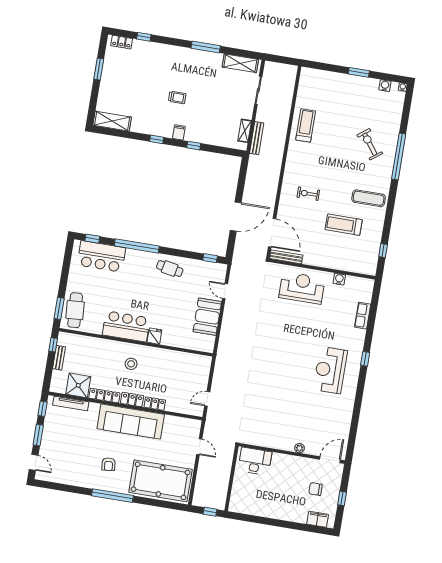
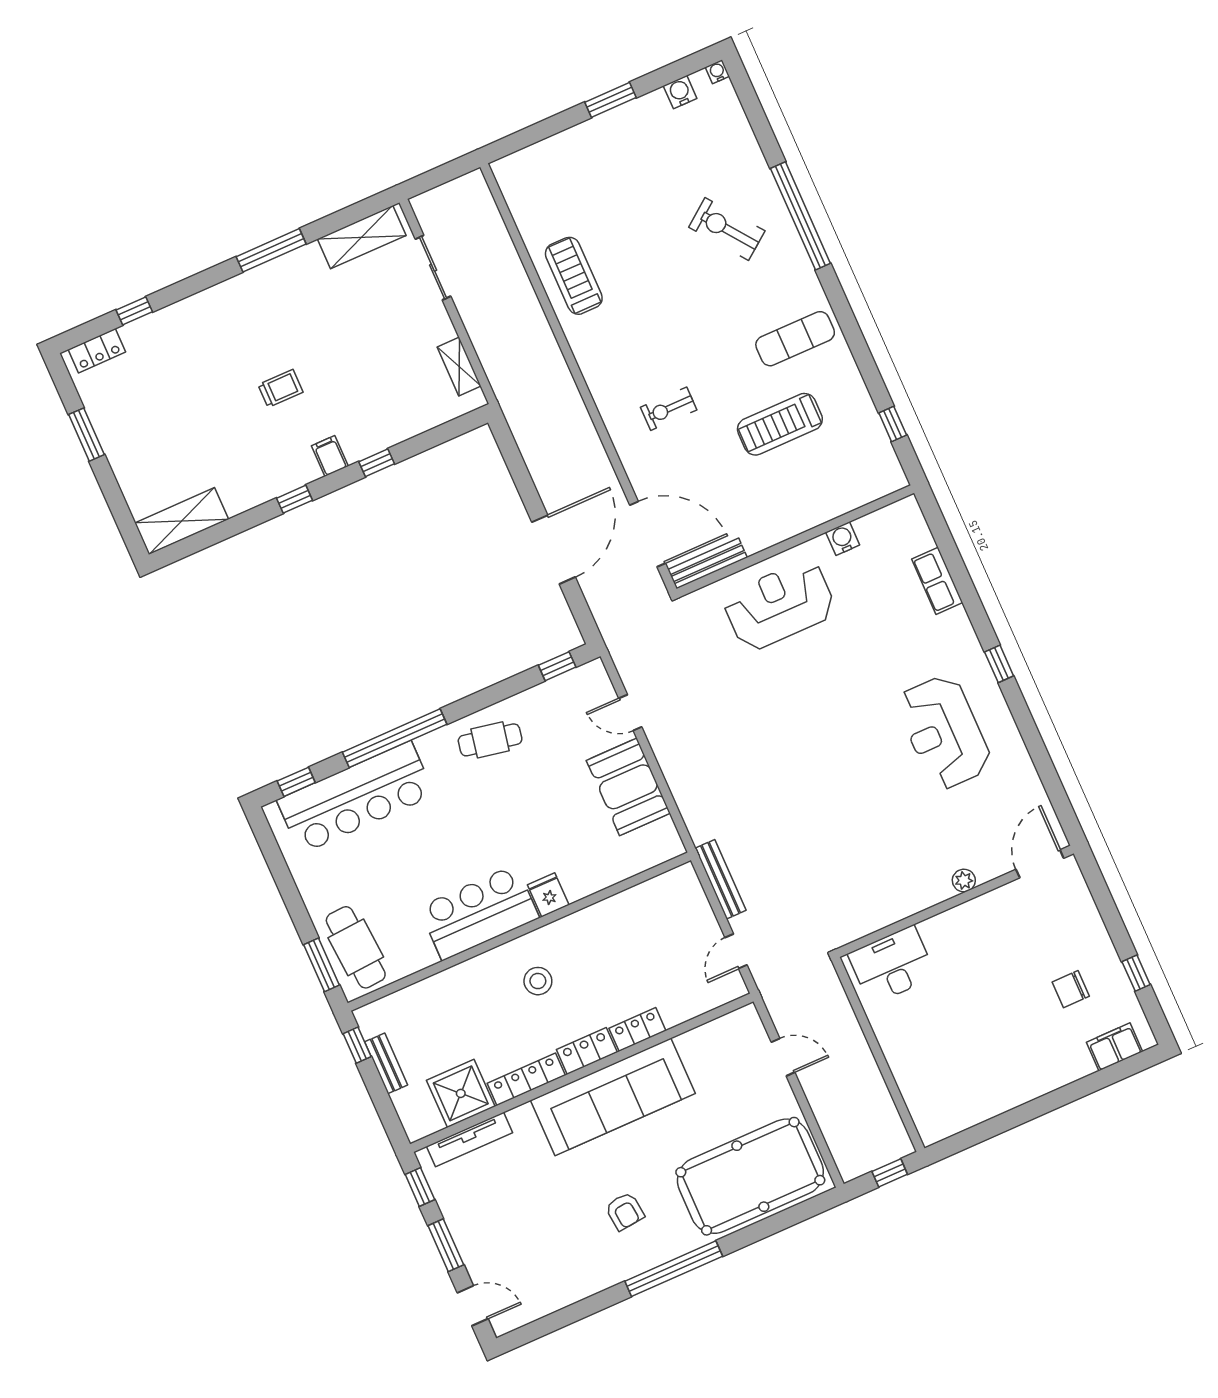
bench: (257, 138) -> (721, 879), moved
bar counter: (101, 256) -> (356, 797), width x1.36
plant: (300, 448) -> (964, 880), moved
wall: (292, 453) -> (955, 901), moved
door: (330, 460) -> (1040, 864), moved
desk: (255, 461) -> (892, 965), moved

